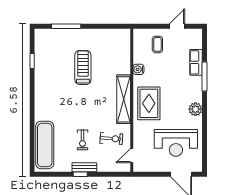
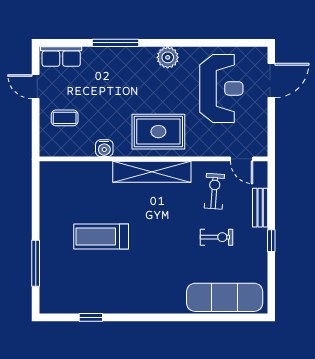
row of seats: (196, 62) -> (61, 56), moved
bench: (84, 167) -> (260, 208), moved

